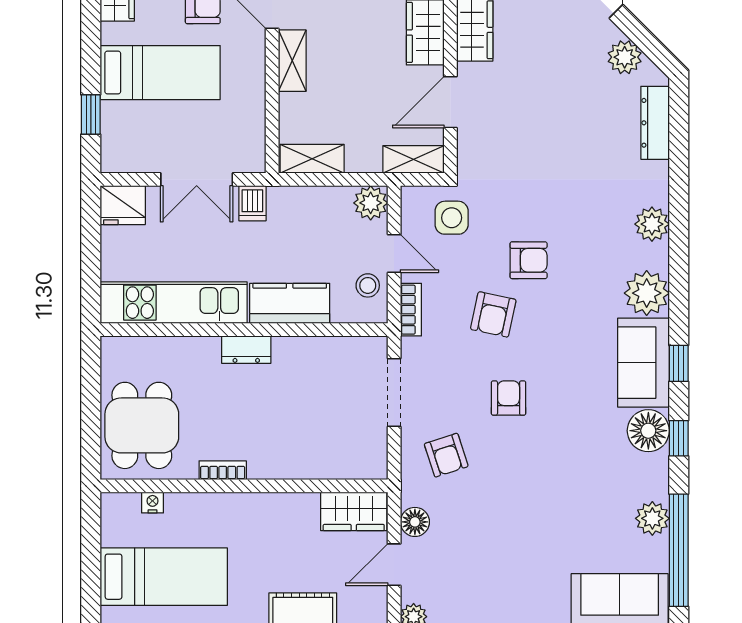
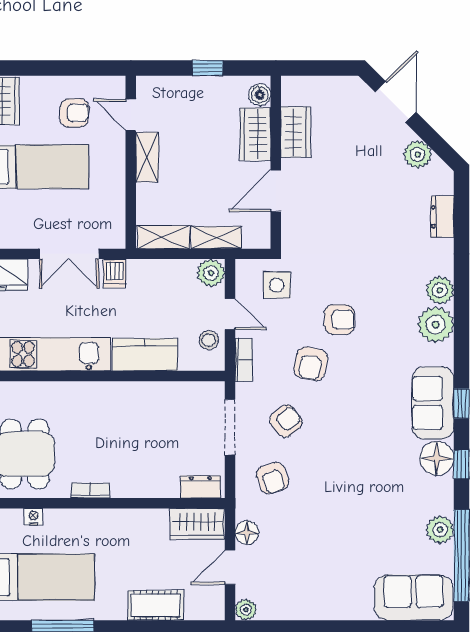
dresser: (655, 123) -> (442, 217), width x0.70
shelving: (413, 159) -> (216, 238), moved
plant: (647, 293) -> (436, 325), moved
dresser: (246, 350) -> (201, 487), moved, turned 180
armchair: (509, 398) -> (286, 421), moved, turned 51

